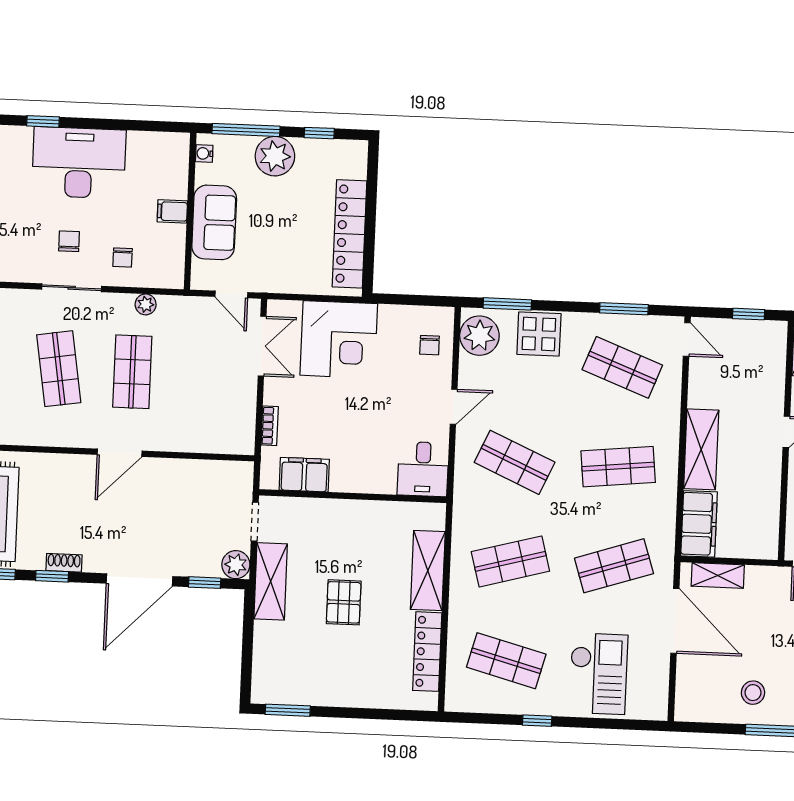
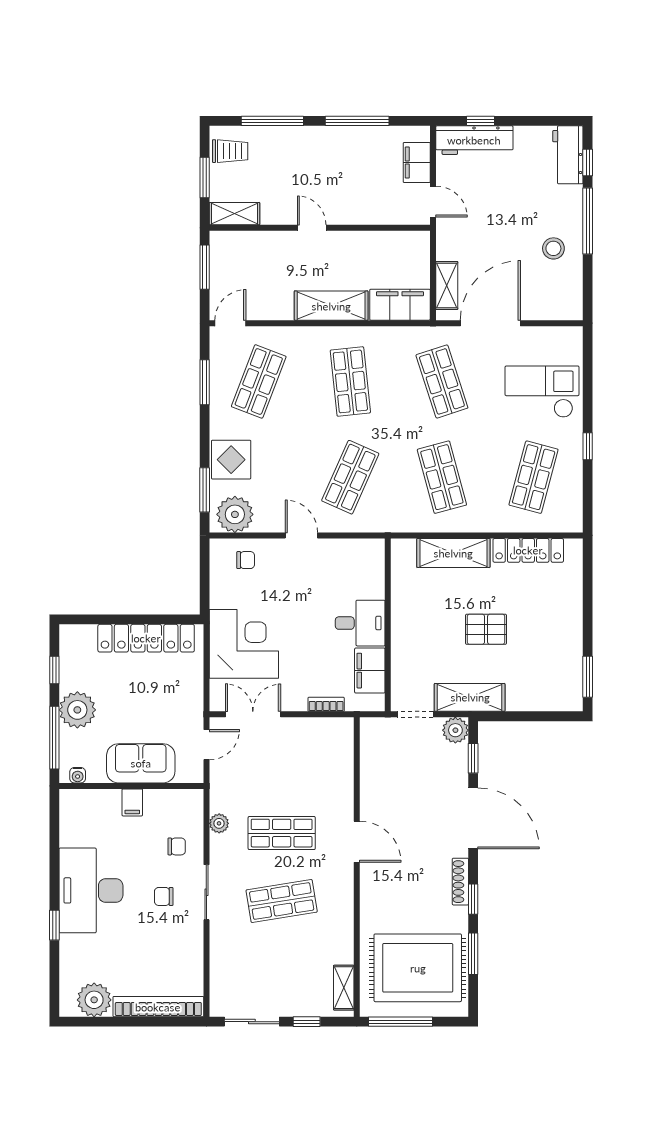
window: (749, 314) -> (205, 267), width x1.50
desk: (423, 469) -> (360, 623), moved
shoe rack: (64, 563) -> (460, 882), width x1.43

